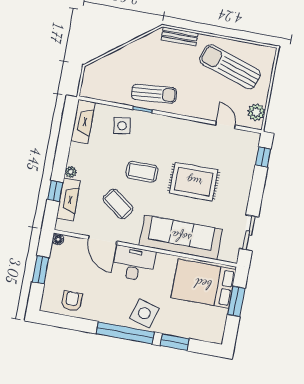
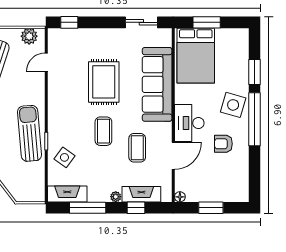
sun lounger: (154, 94) -> (30, 133), width x1.36, depth x1.34
side table: (122, 126) -> (64, 157), turned 45
window: (65, 140) -> (88, 208), added
coffee table: (118, 204) -> (137, 148), turned -36
armchair: (72, 301) -> (223, 144), moved

